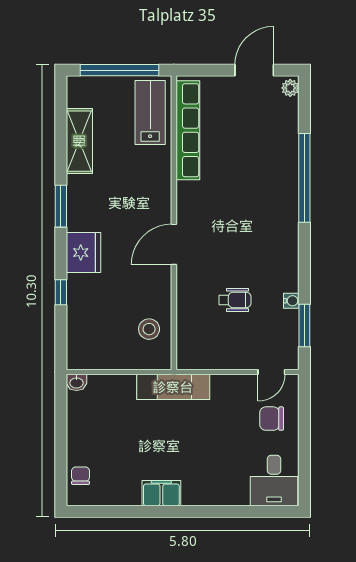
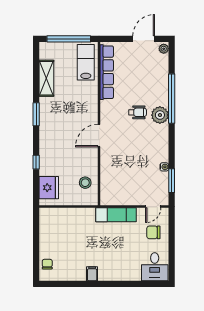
plant: (284, 207) -> (160, 115), added
fridge: (83, 253) -> (49, 188), moved
wheelchair: (235, 300) -> (137, 112), moved
washbasin: (76, 382) -> (45, 212), removed
exam couch: (173, 387) -> (116, 215), moved
filing cabinet: (161, 493) -> (92, 274), width x0.50

